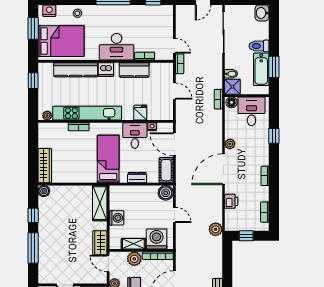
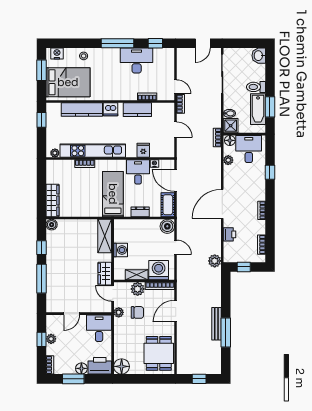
desk: (117, 47) -> (137, 61), moved, turned 180
plant: (230, 144) -> (228, 160), moved

